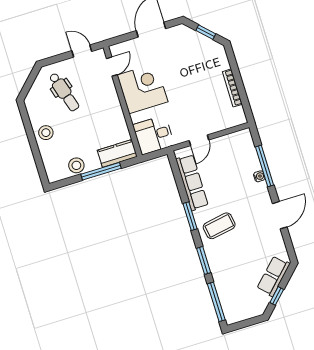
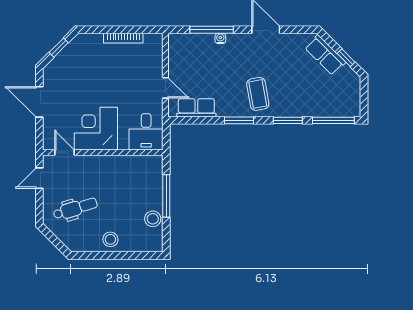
kitchen counter: (117, 153) -> (153, 174), removed
row of seats: (192, 182) -> (196, 108), width x0.68

